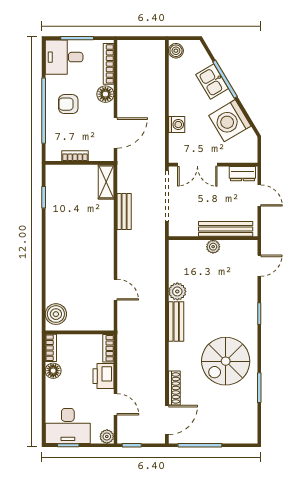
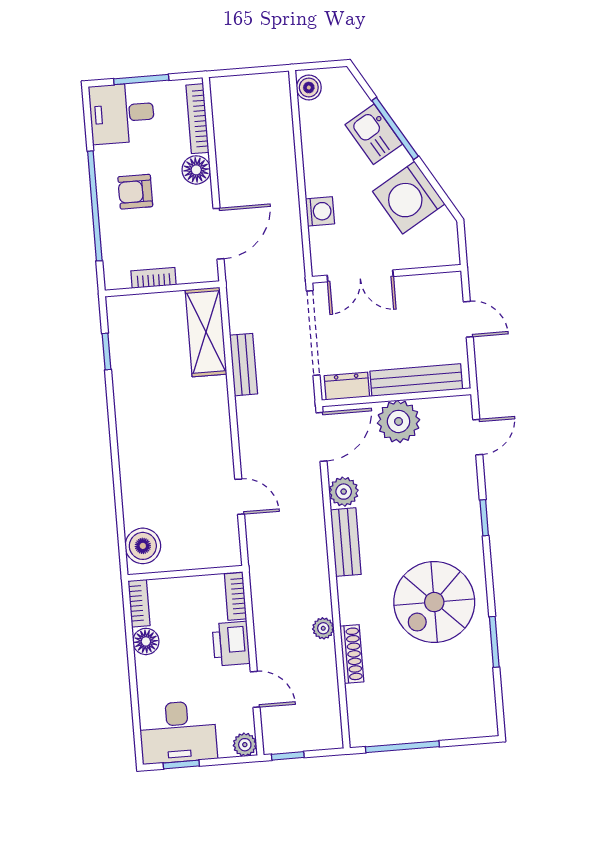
dresser: (242, 174) -> (347, 386), moved, turned 180
shelving: (106, 182) -> (206, 332), width x1.50, depth x1.33
plant: (213, 247) -> (399, 421), width x1.87, depth x1.87
plant: (159, 371) -> (323, 628), added
door: (167, 420) -> (322, 437), moved

